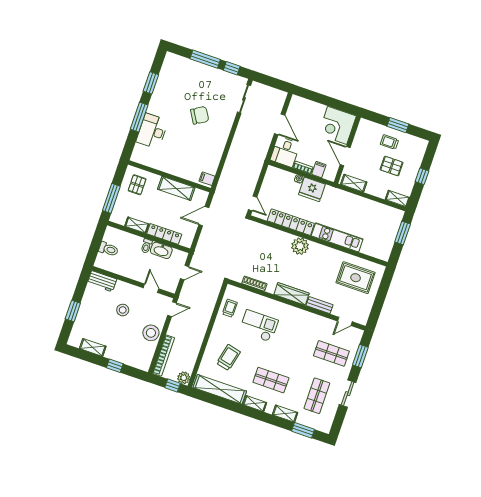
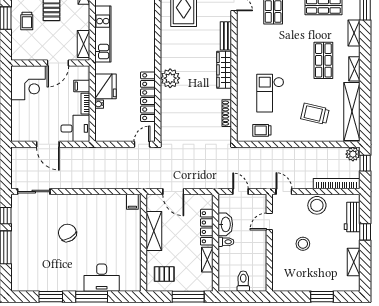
door: (280, 124) -> (48, 144), swing flipped
kitchen unit: (337, 237) -> (103, 34), moved, turned 180
workbench: (102, 281) -> (352, 217), moved, turned 180

